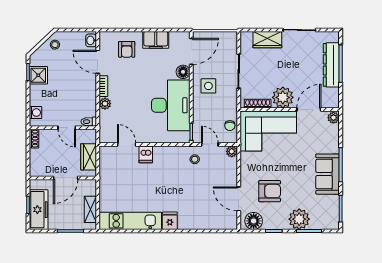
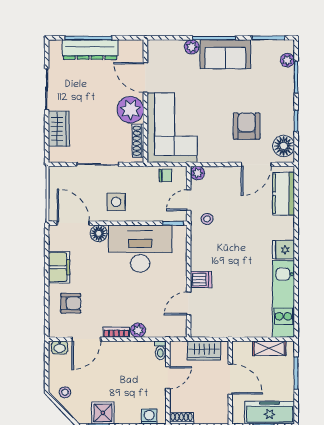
plant: (333, 118) -> (192, 47), moved
plant: (299, 219) -> (287, 60), moved, width x0.53, depth x0.53
kitchen counter: (215, 221) -> (284, 194), added

